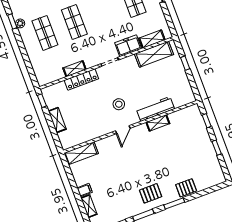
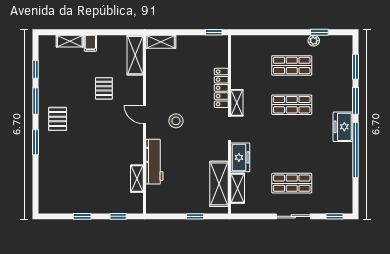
shelving: (74, 69) -> (237, 103), moved
shelving: (57, 120) -> (161, 42), moved
shelving: (158, 123) -> (137, 179), moved
pallet: (186, 188) -> (104, 88), moved

